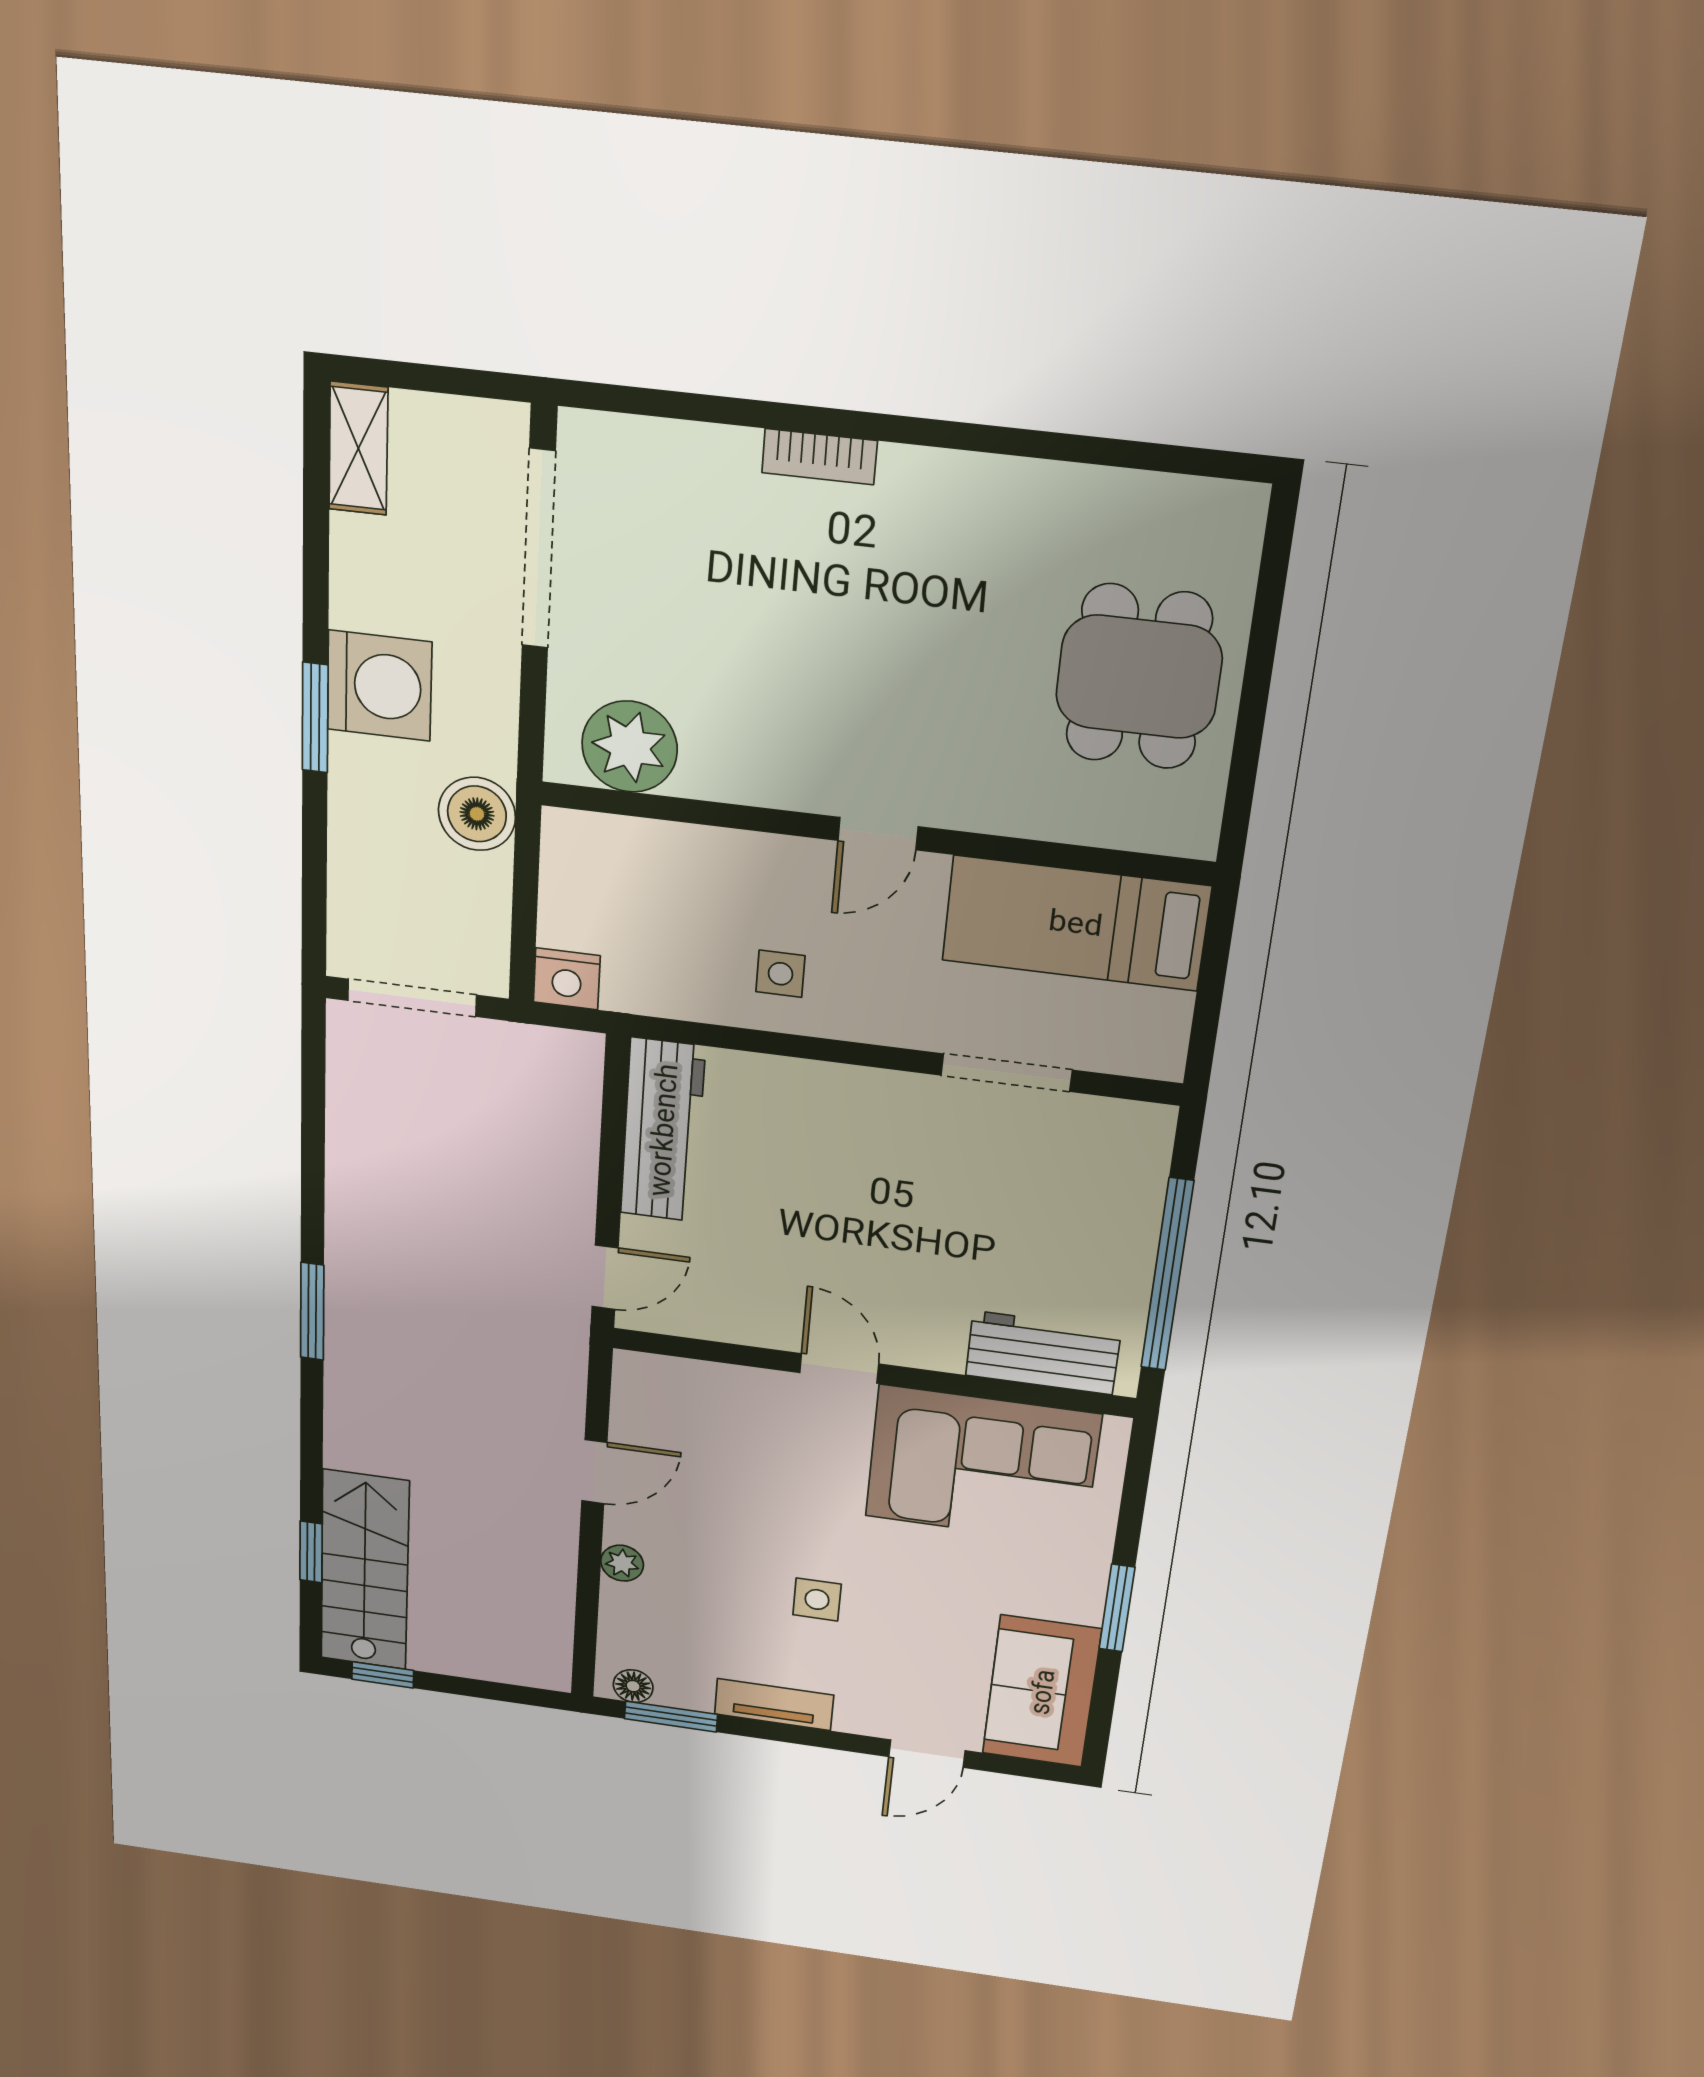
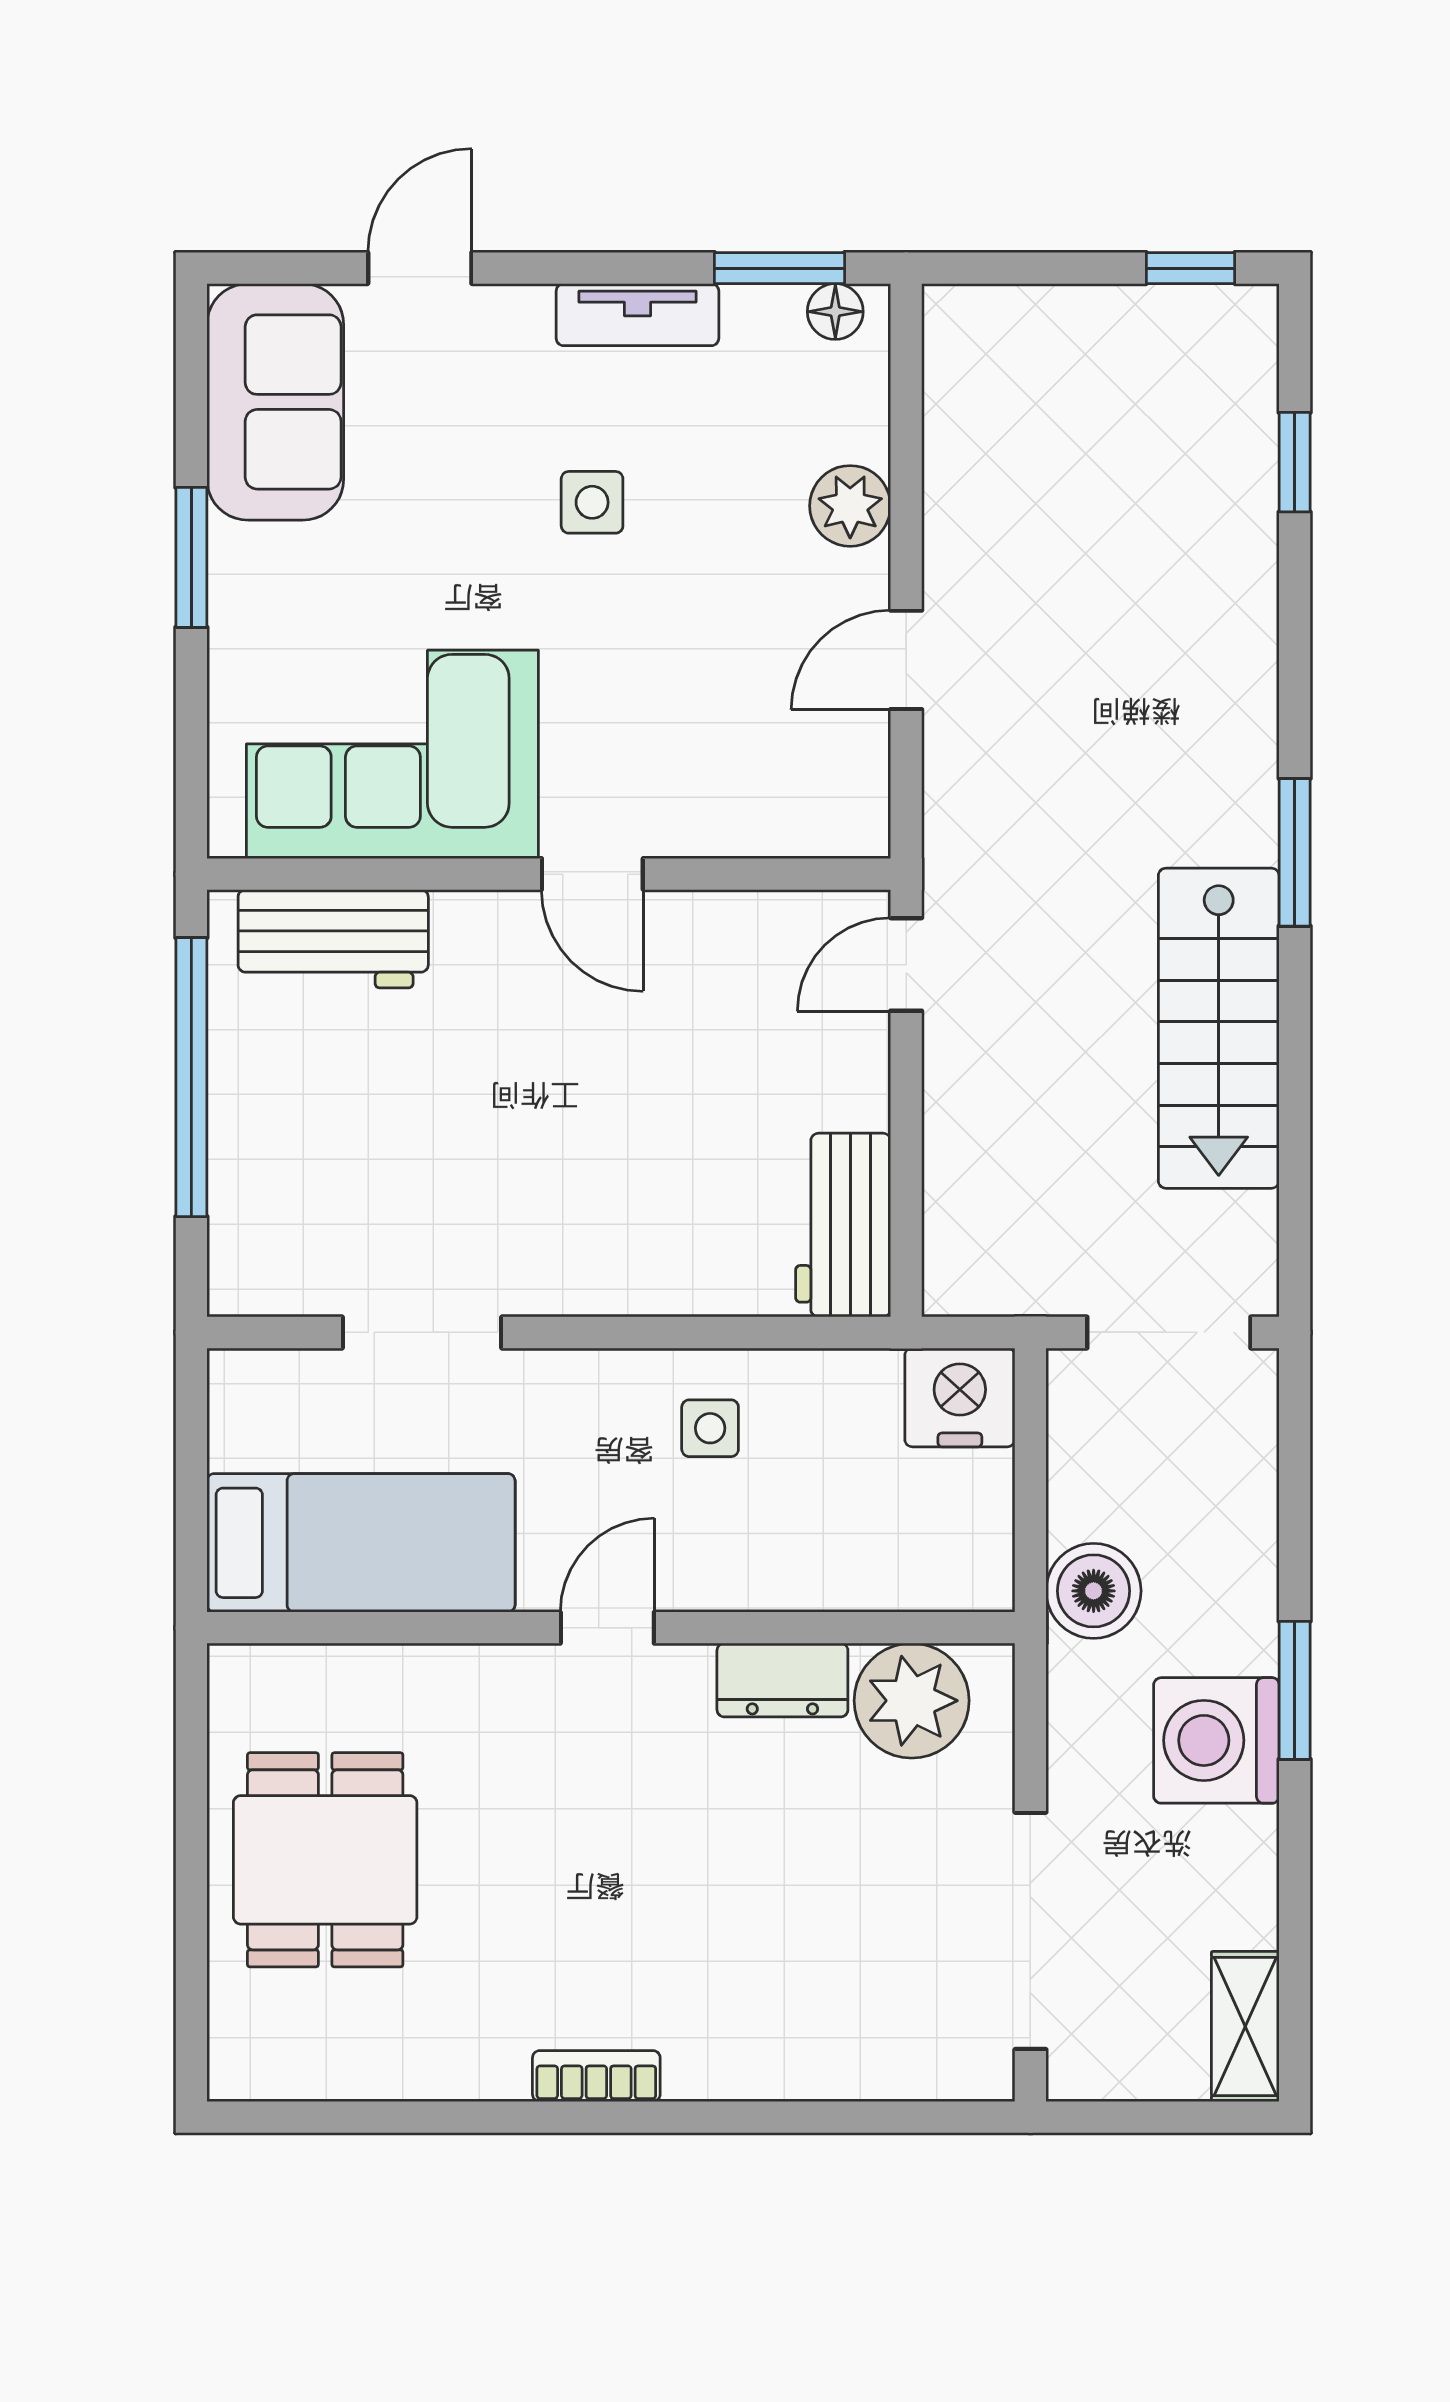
bookcase: (819, 457) -> (596, 2076), moved
dresser: (736, 775) -> (782, 1680), added
nightstand: (567, 979) -> (960, 1397), width x1.36, depth x1.33
workbench: (663, 1130) -> (843, 1225), width x0.73
plant: (622, 1563) -> (850, 506), width x1.38, depth x1.38
stairs: (365, 1571) -> (1219, 1028), moved

